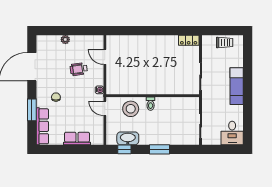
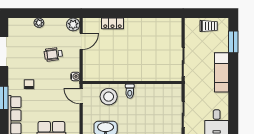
locker: (189, 40) -> (112, 23), moved
plant: (97, 41) -> (73, 24), added
door: (105, 57) -> (81, 41), swing flipped
window: (248, 57) -> (233, 42), added

